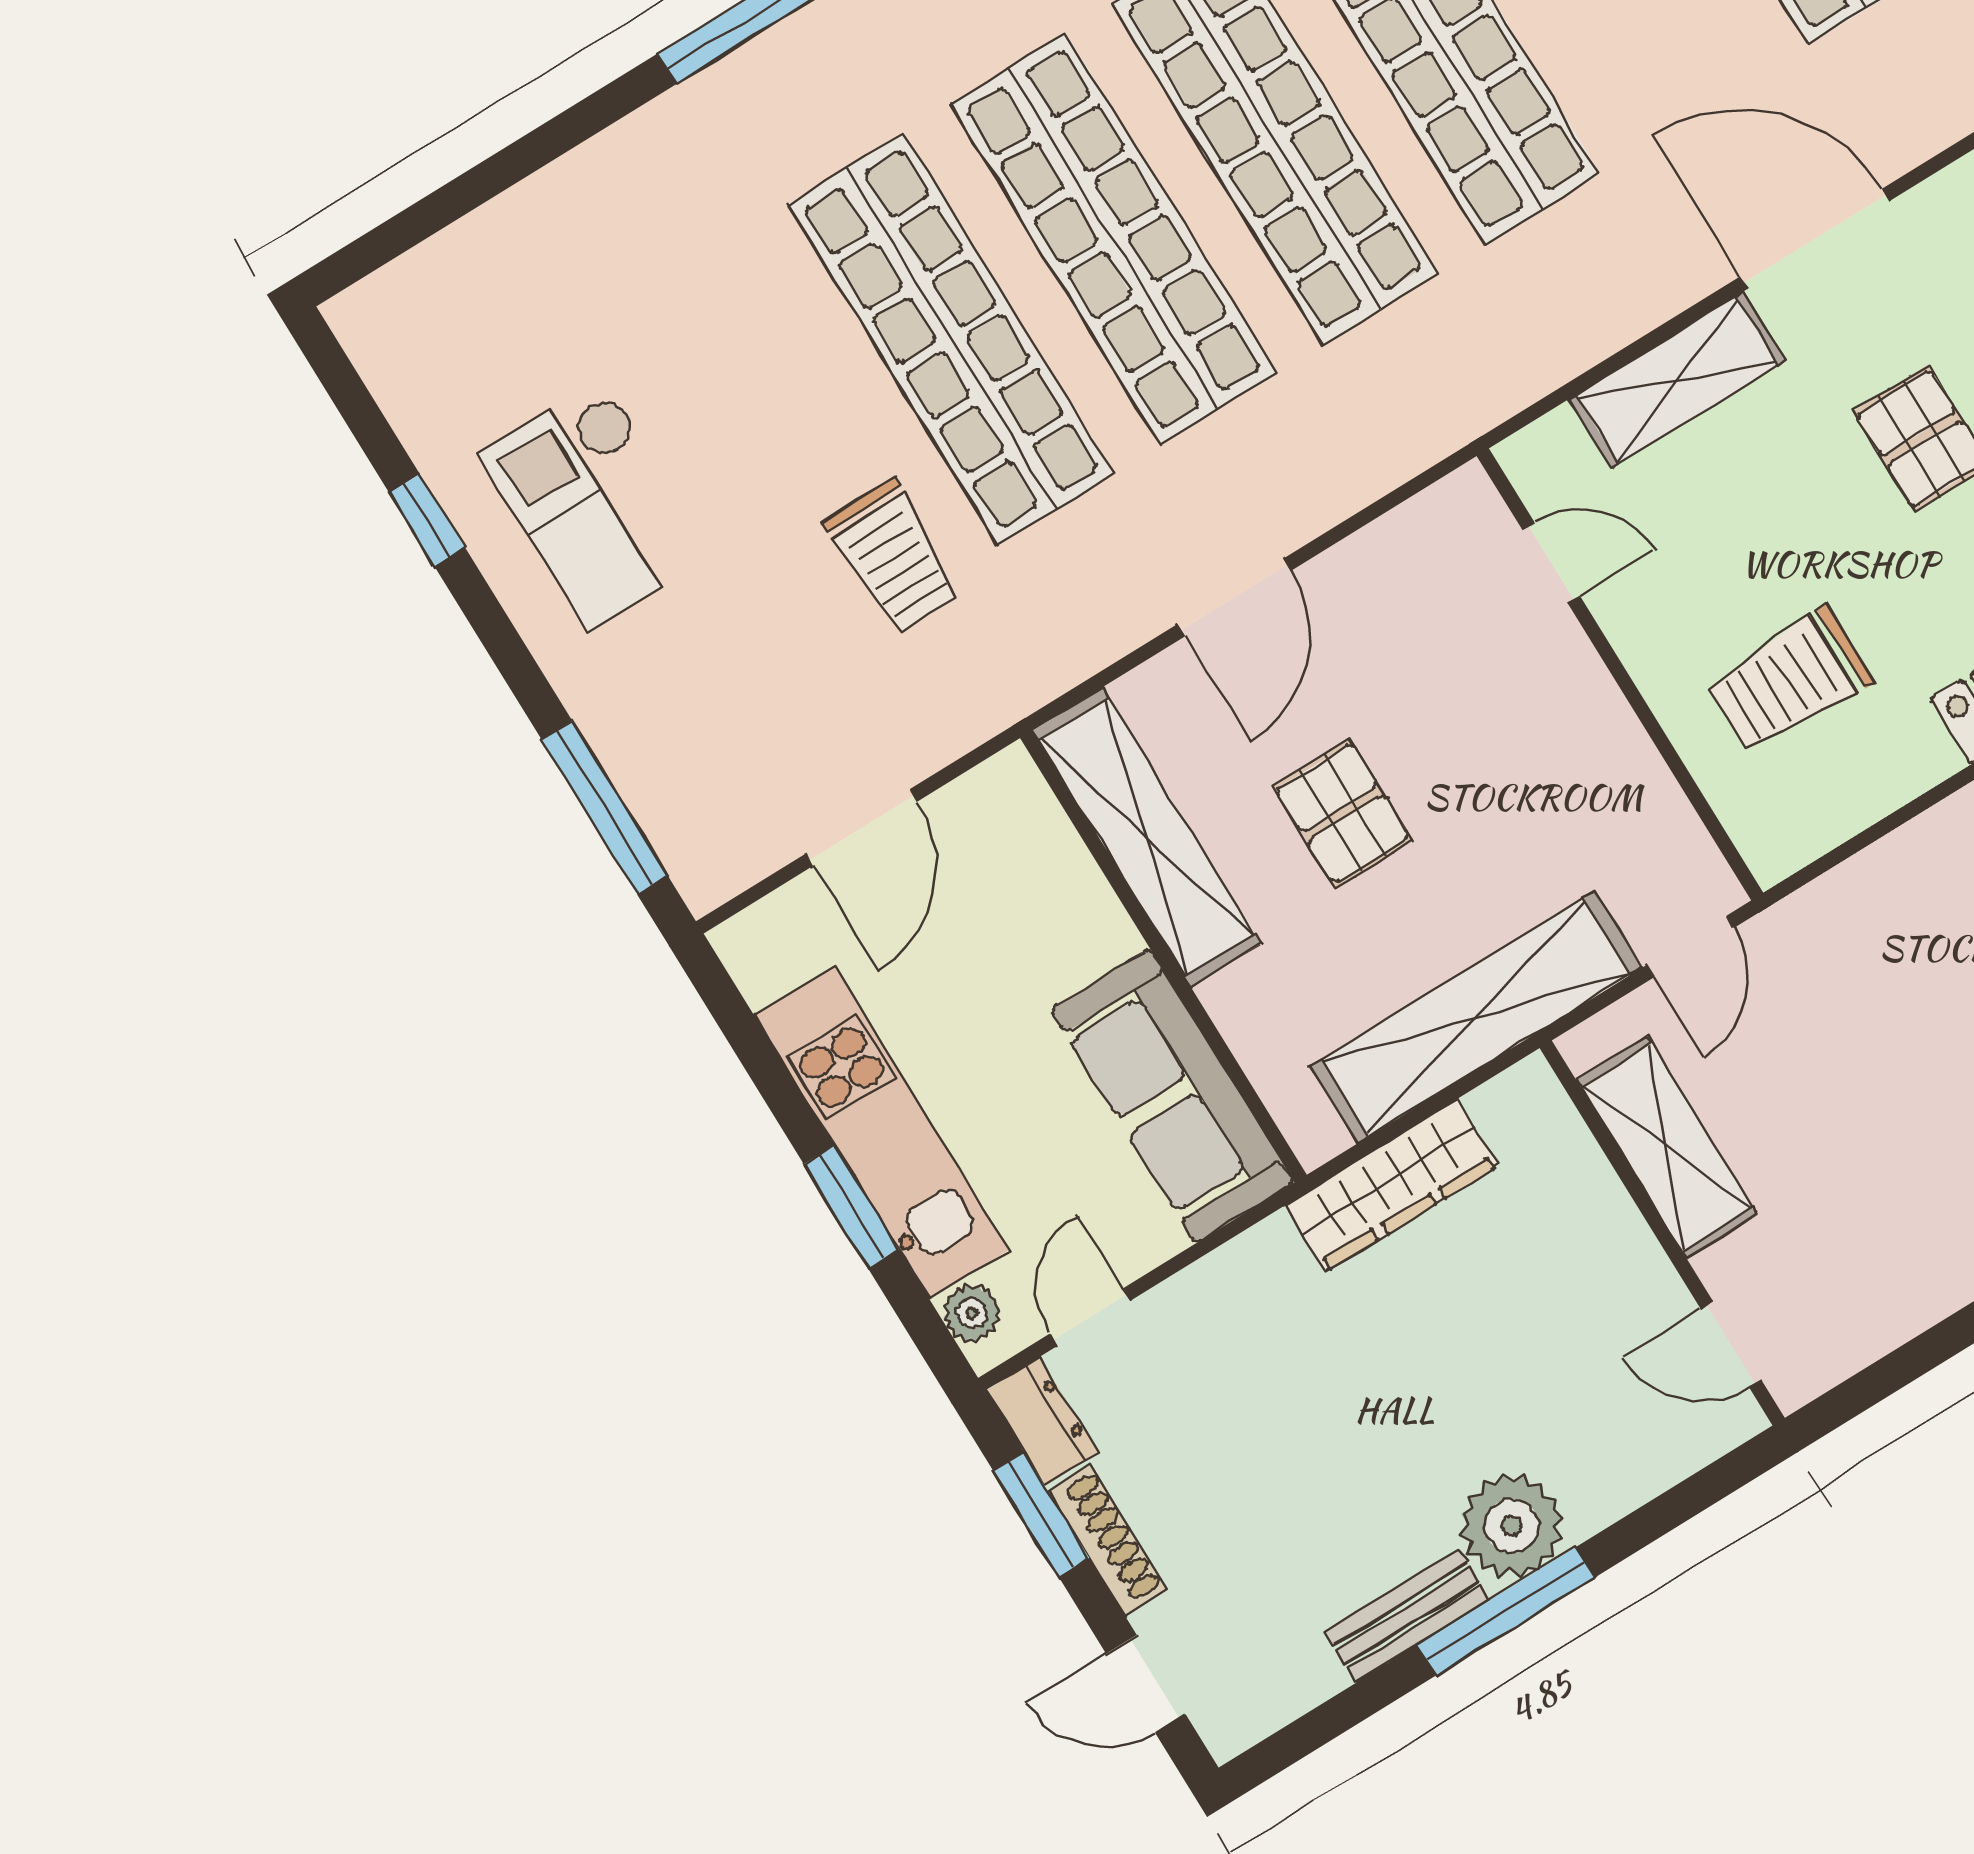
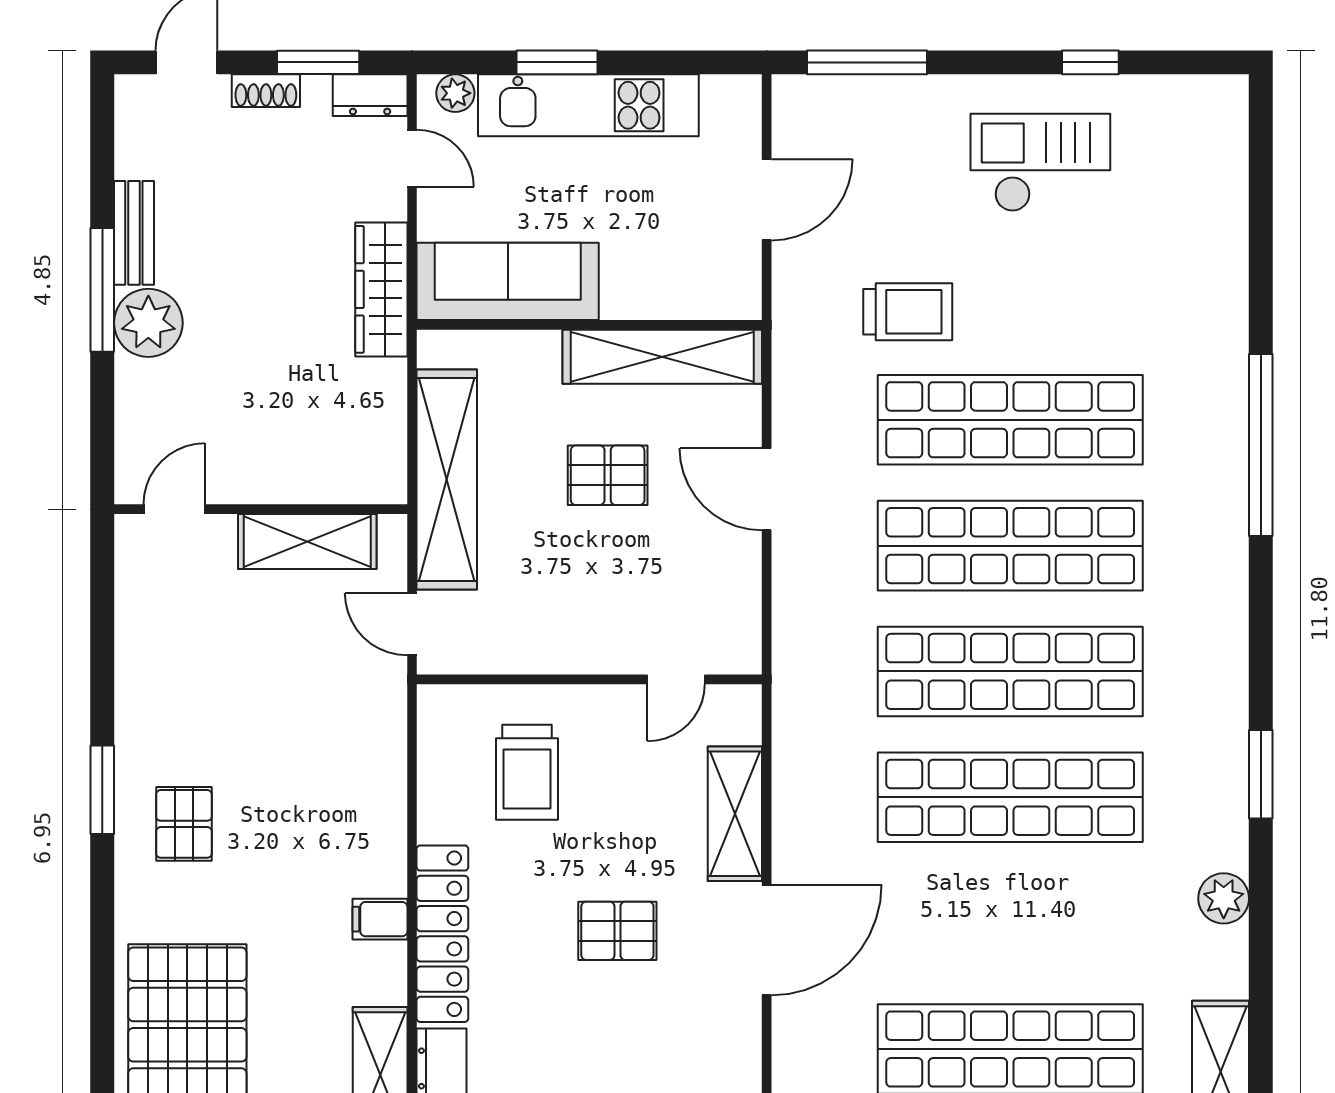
trolley: (893, 557) -> (908, 312), turned 180
trolley: (1789, 681) -> (527, 772), turned 180
door: (861, 828) -> (767, 200), swing flipped
wardrobe: (1391, 1186) -> (381, 289), moved
shoe rack: (1108, 1540) -> (266, 91), width x0.70

